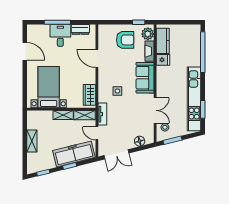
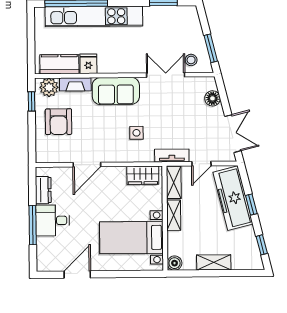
armchair: (125, 40) -> (59, 122), turned 180
kitchen unit: (194, 99) -> (94, 16), moved
boiler: (32, 115) -> (175, 263), added

